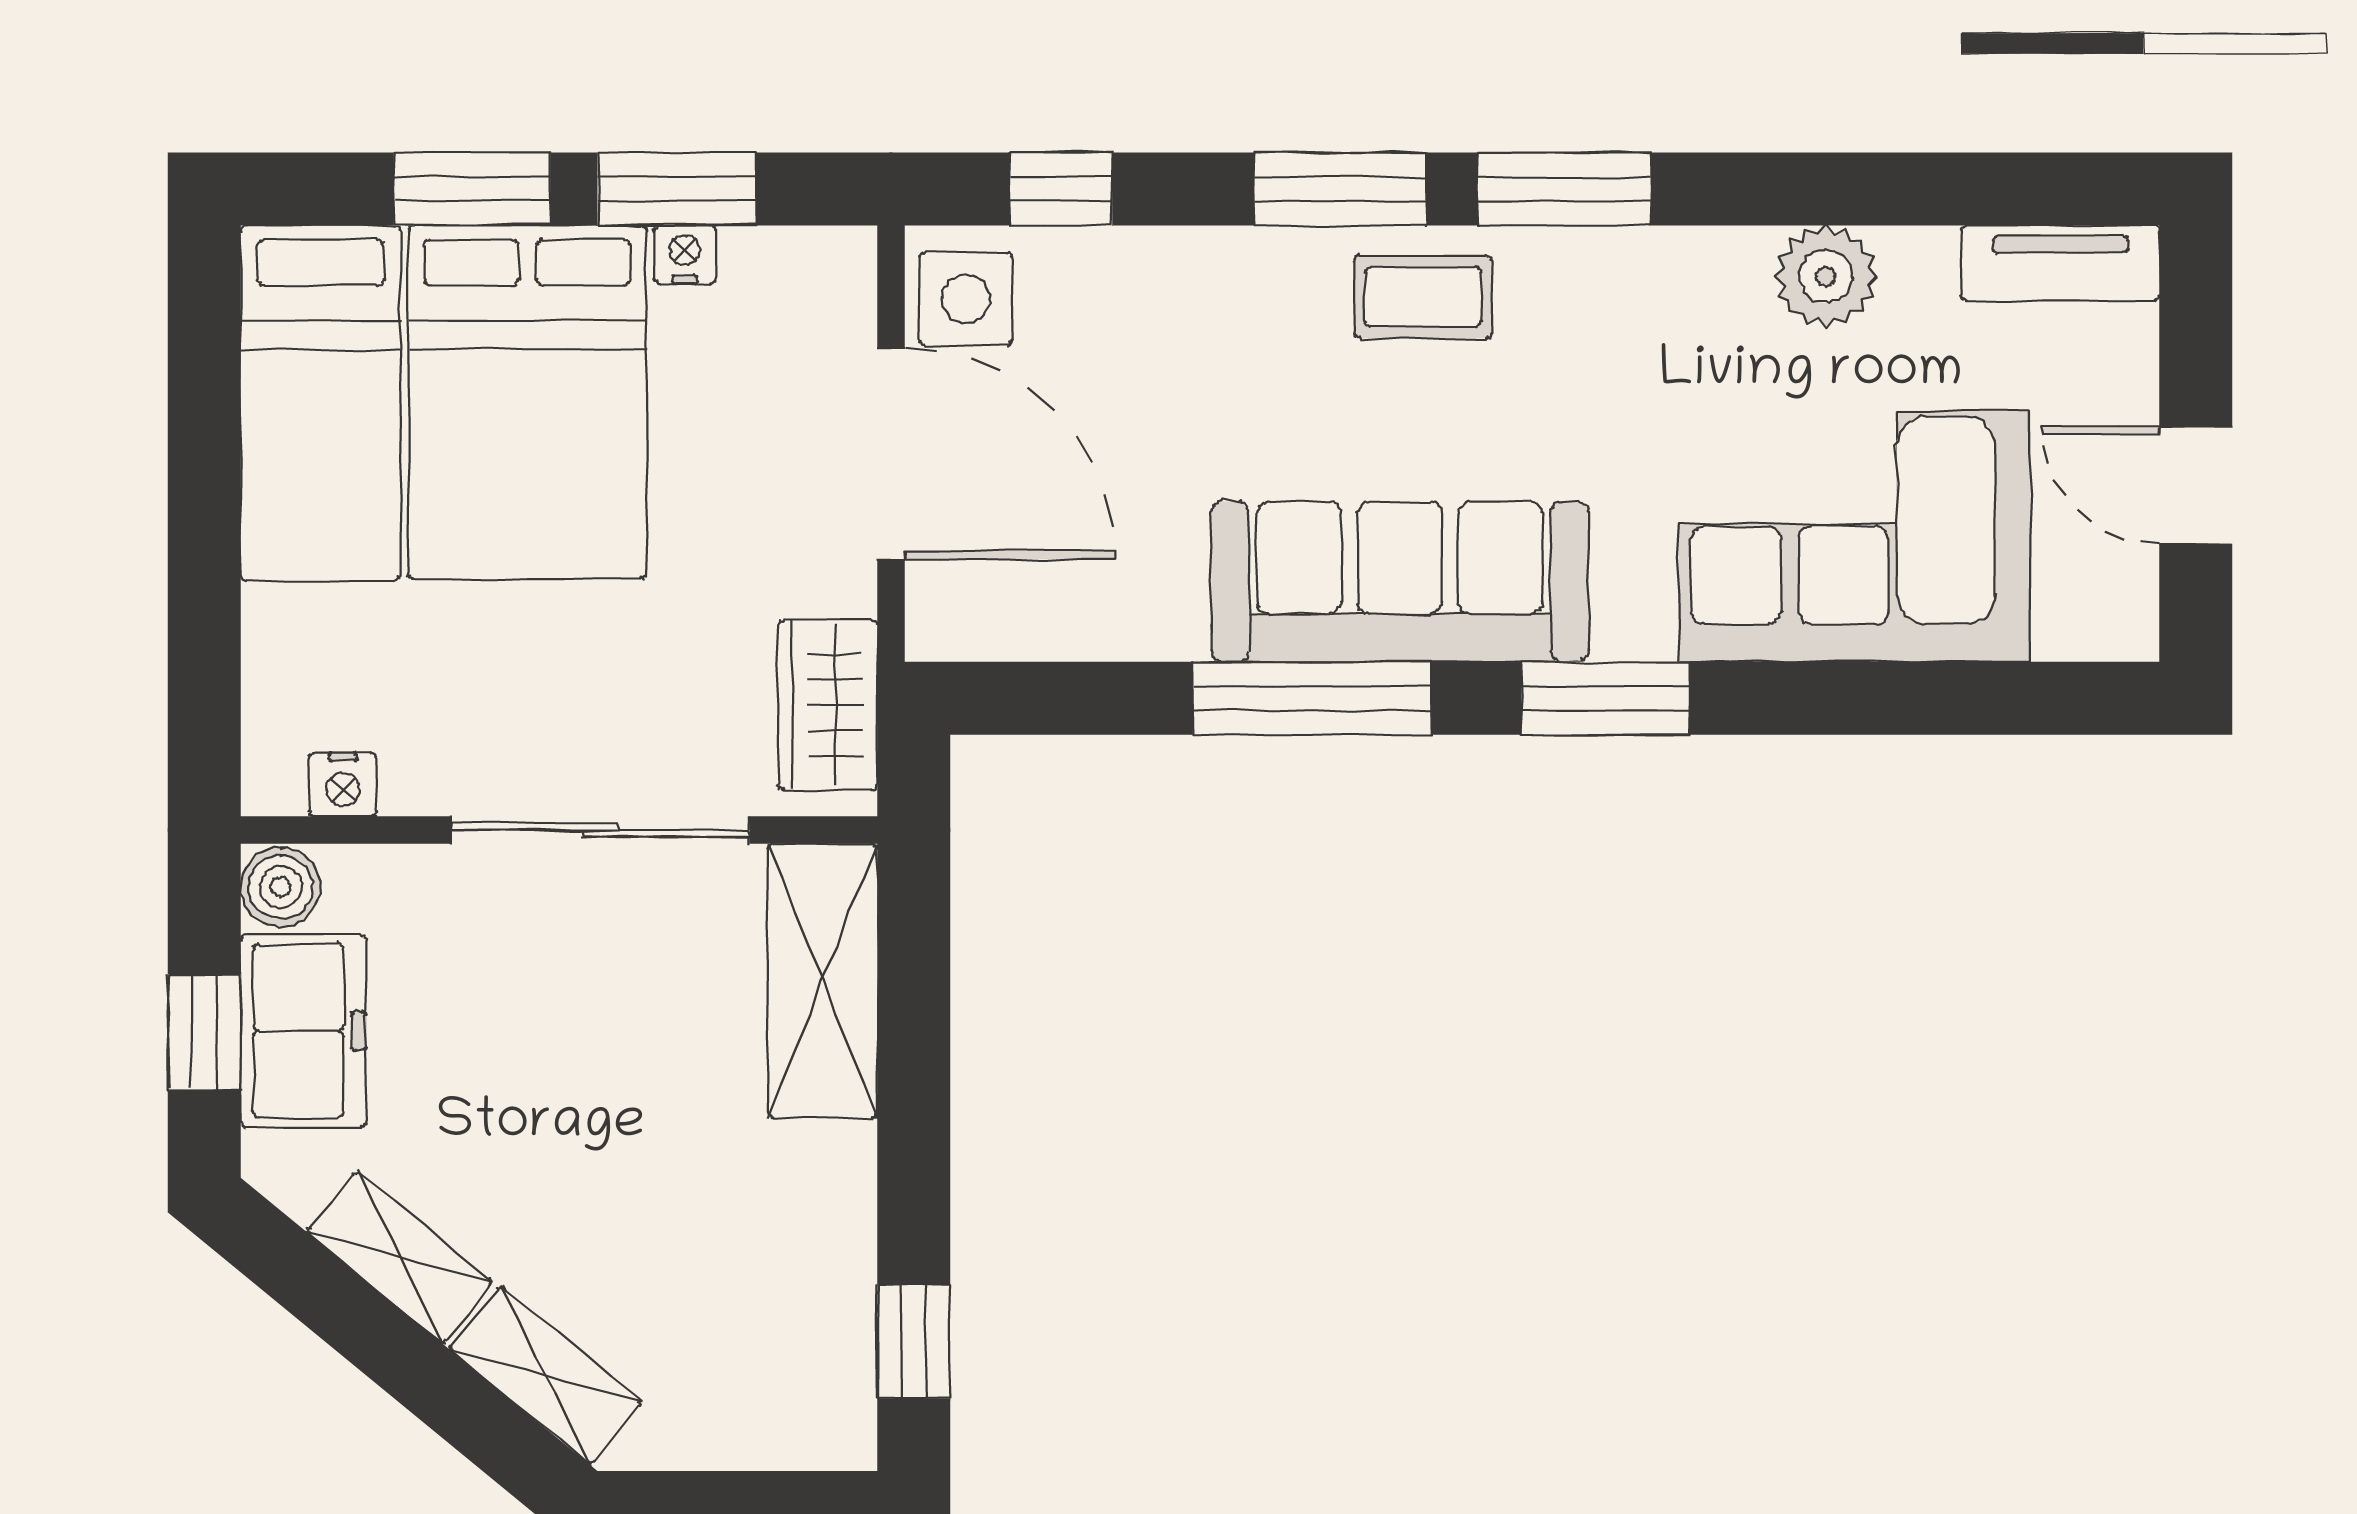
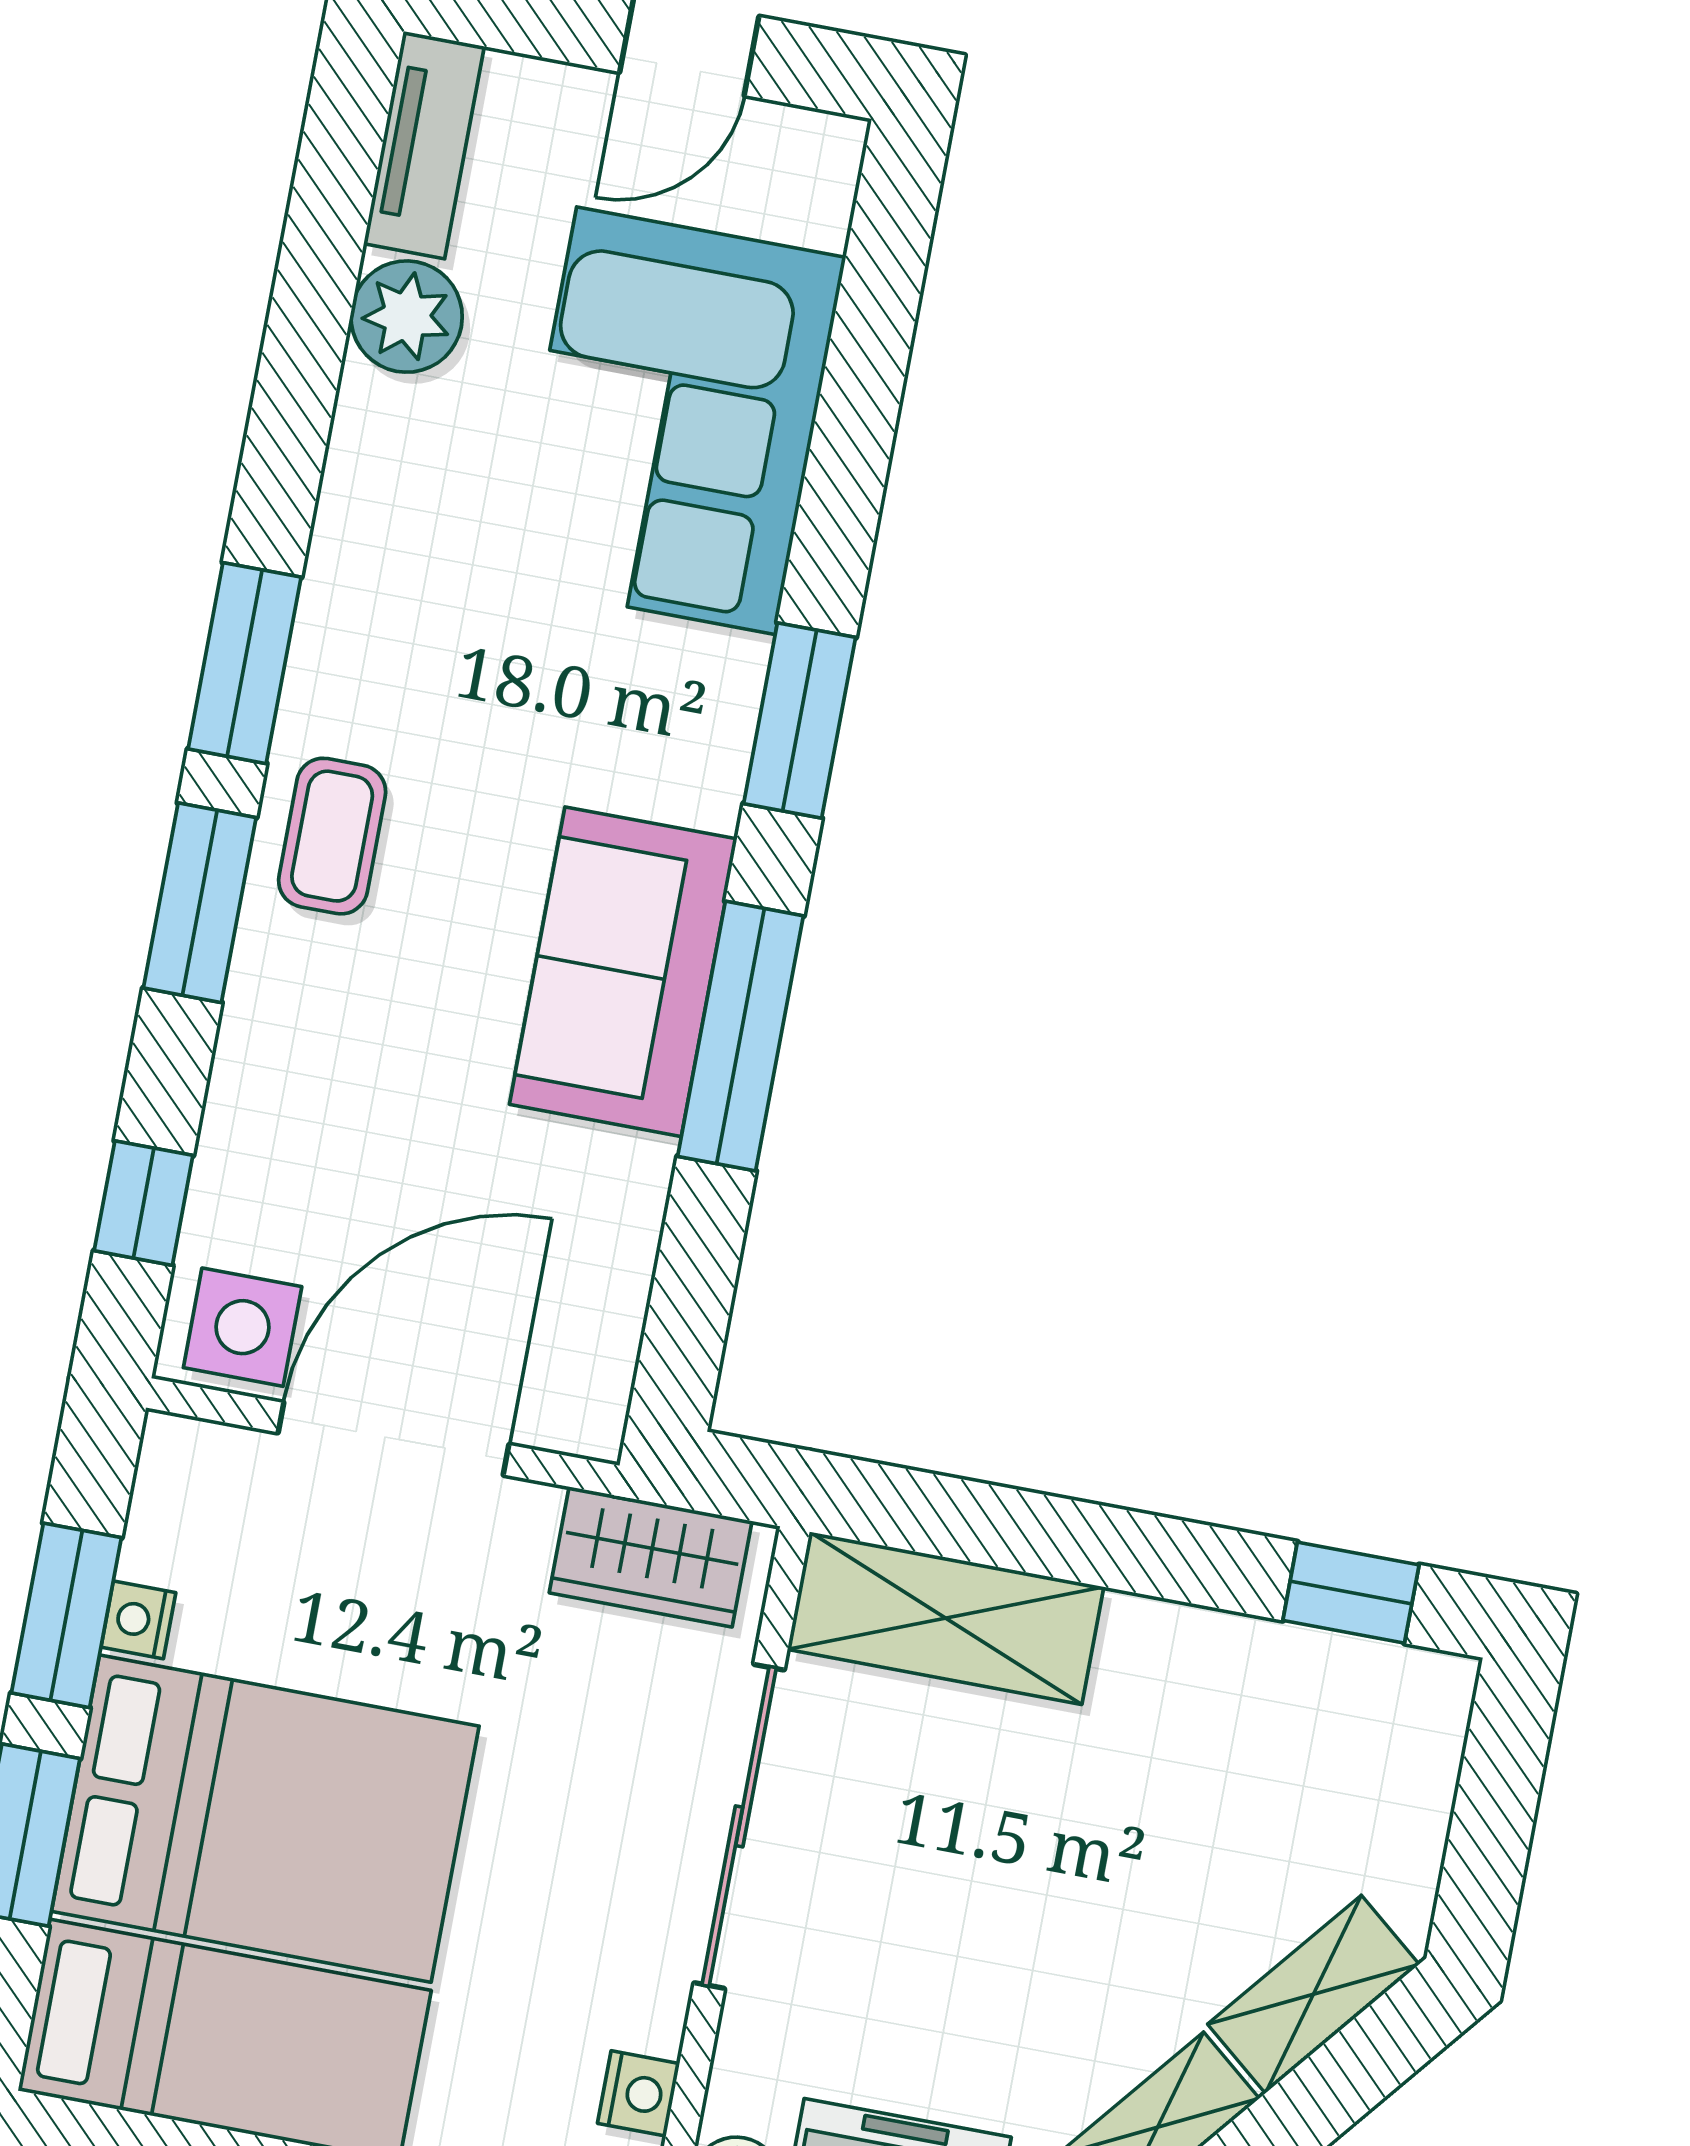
plant: (1826, 276) -> (407, 317), moved
sofa: (1400, 582) -> (623, 972), width x0.73

